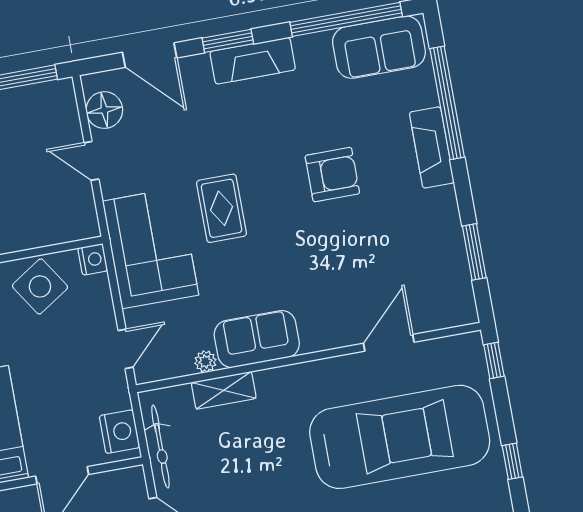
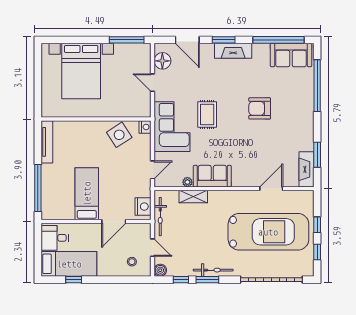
fireplace: (432, 147) -> (307, 169), moved
armchair: (332, 175) -> (260, 108), turned 180
window: (494, 360) -> (317, 225), moved

